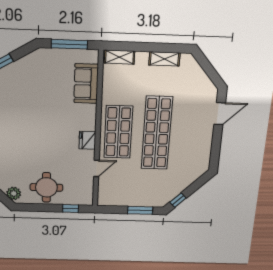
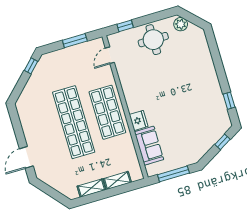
shelving: (119, 57) -> (117, 180), moved
fridge: (87, 140) -> (139, 120), moved
door: (96, 168) -> (110, 55), moved
window: (140, 210) -> (75, 41), moved

